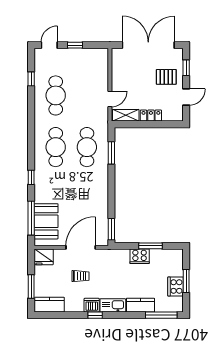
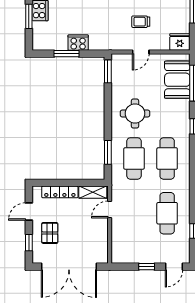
pallet: (166, 77) -> (50, 233), turned 90
locker: (151, 116) -> (60, 192), width x1.53
round table: (86, 189) -> (135, 113), added
door: (81, 247) -> (141, 52), width x0.53

